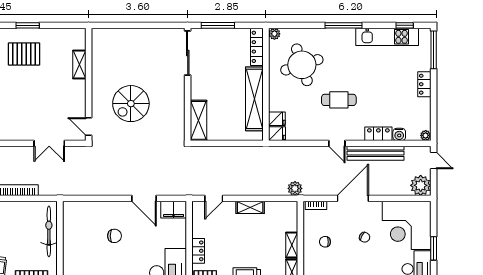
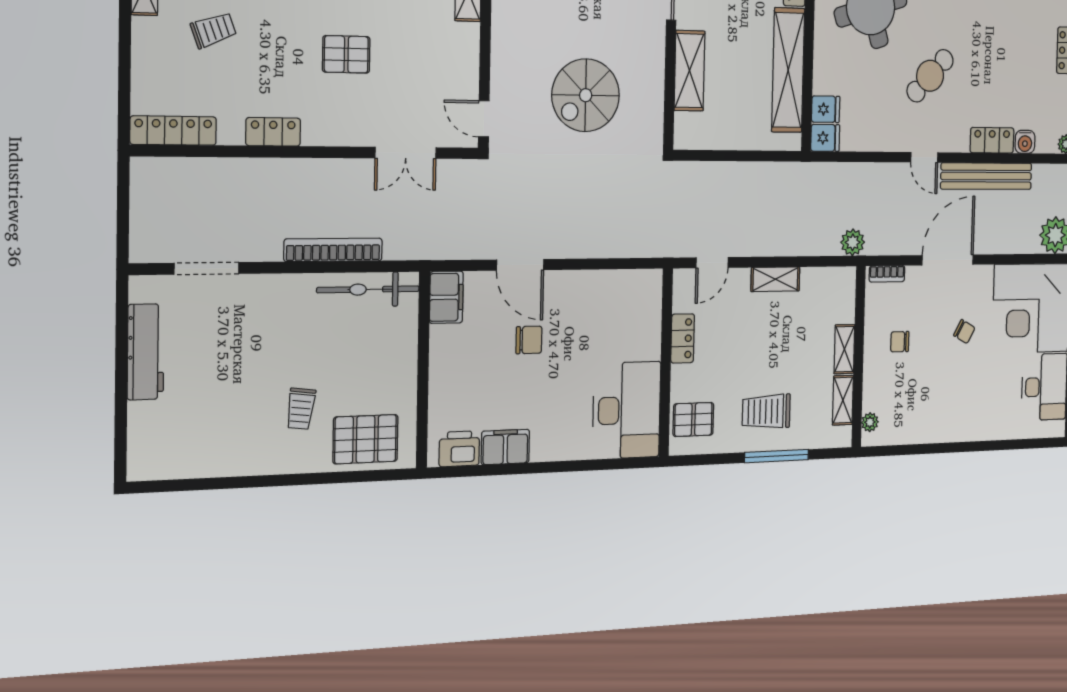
pallet: (19, 97) -> (346, 54), added
cafe table: (339, 100) -> (930, 76), turned -46
spiral stairs: (131, 104) -> (586, 95), moved
shelving: (198, 120) -> (689, 71), moved
door: (144, 198) -> (520, 265), moved
filing cabinet: (174, 210) -> (446, 297), moved, turned -90
bicycle: (49, 231) -> (368, 289), moved, turned -90
locker: (198, 251) -> (683, 338), moved

